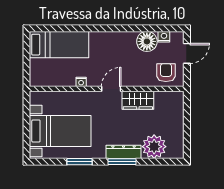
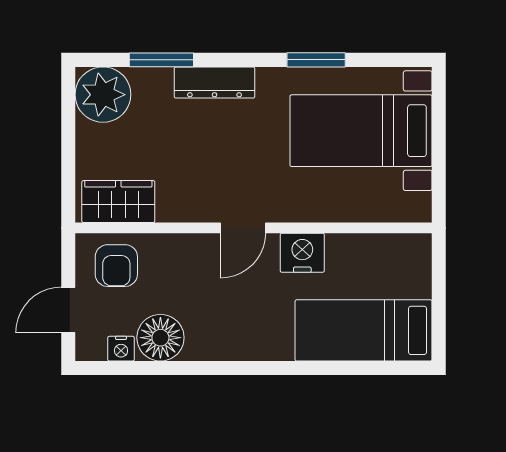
nightstand: (81, 82) -> (302, 253), width x1.89, depth x1.79
wardrobe: (138, 100) -> (118, 202), moved
plant: (154, 147) -> (103, 95), moved
window: (122, 162) -> (161, 60), moved

